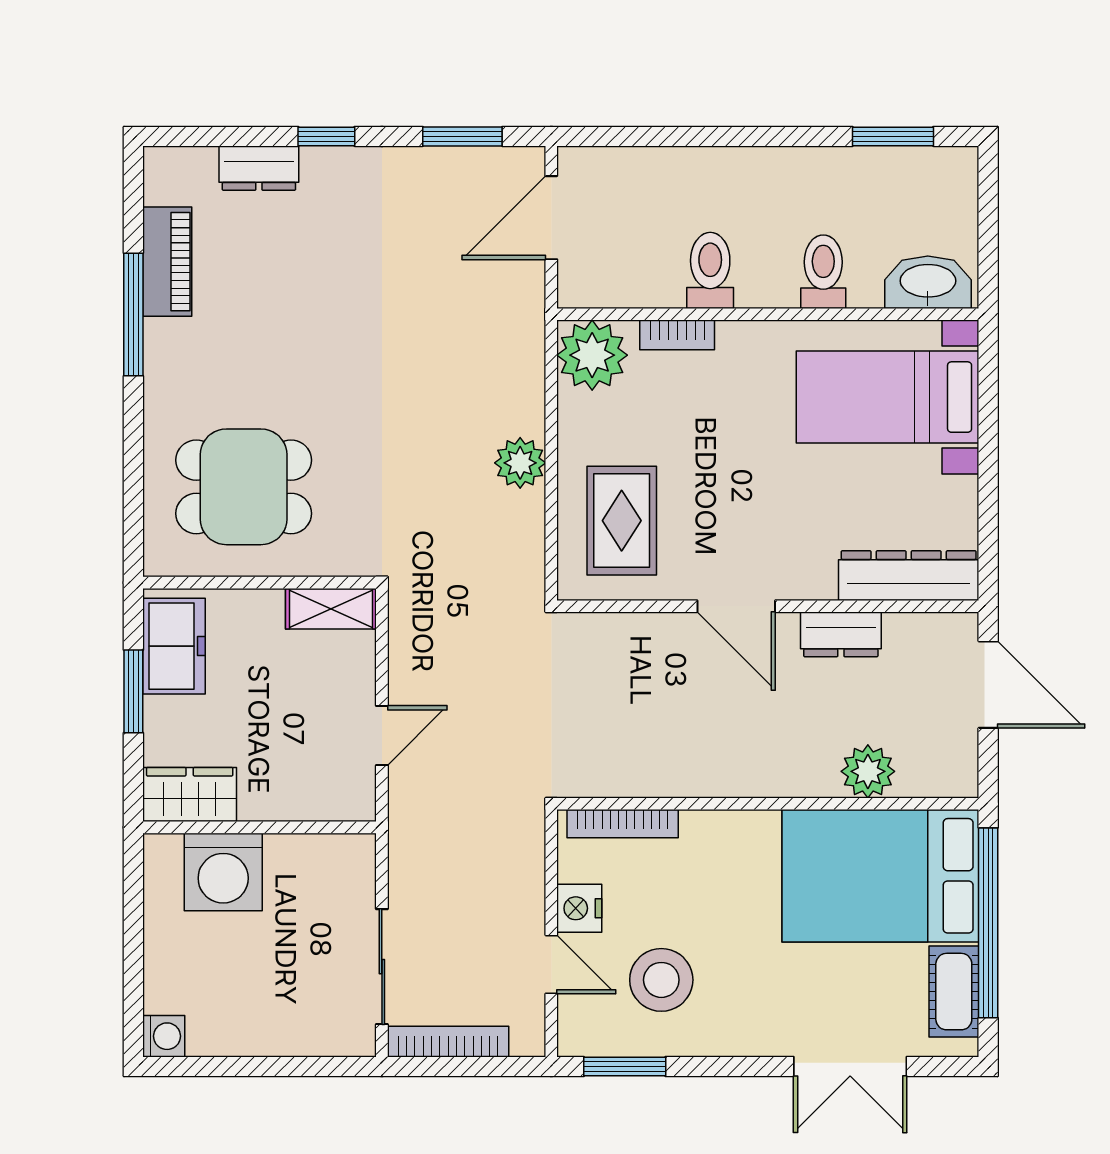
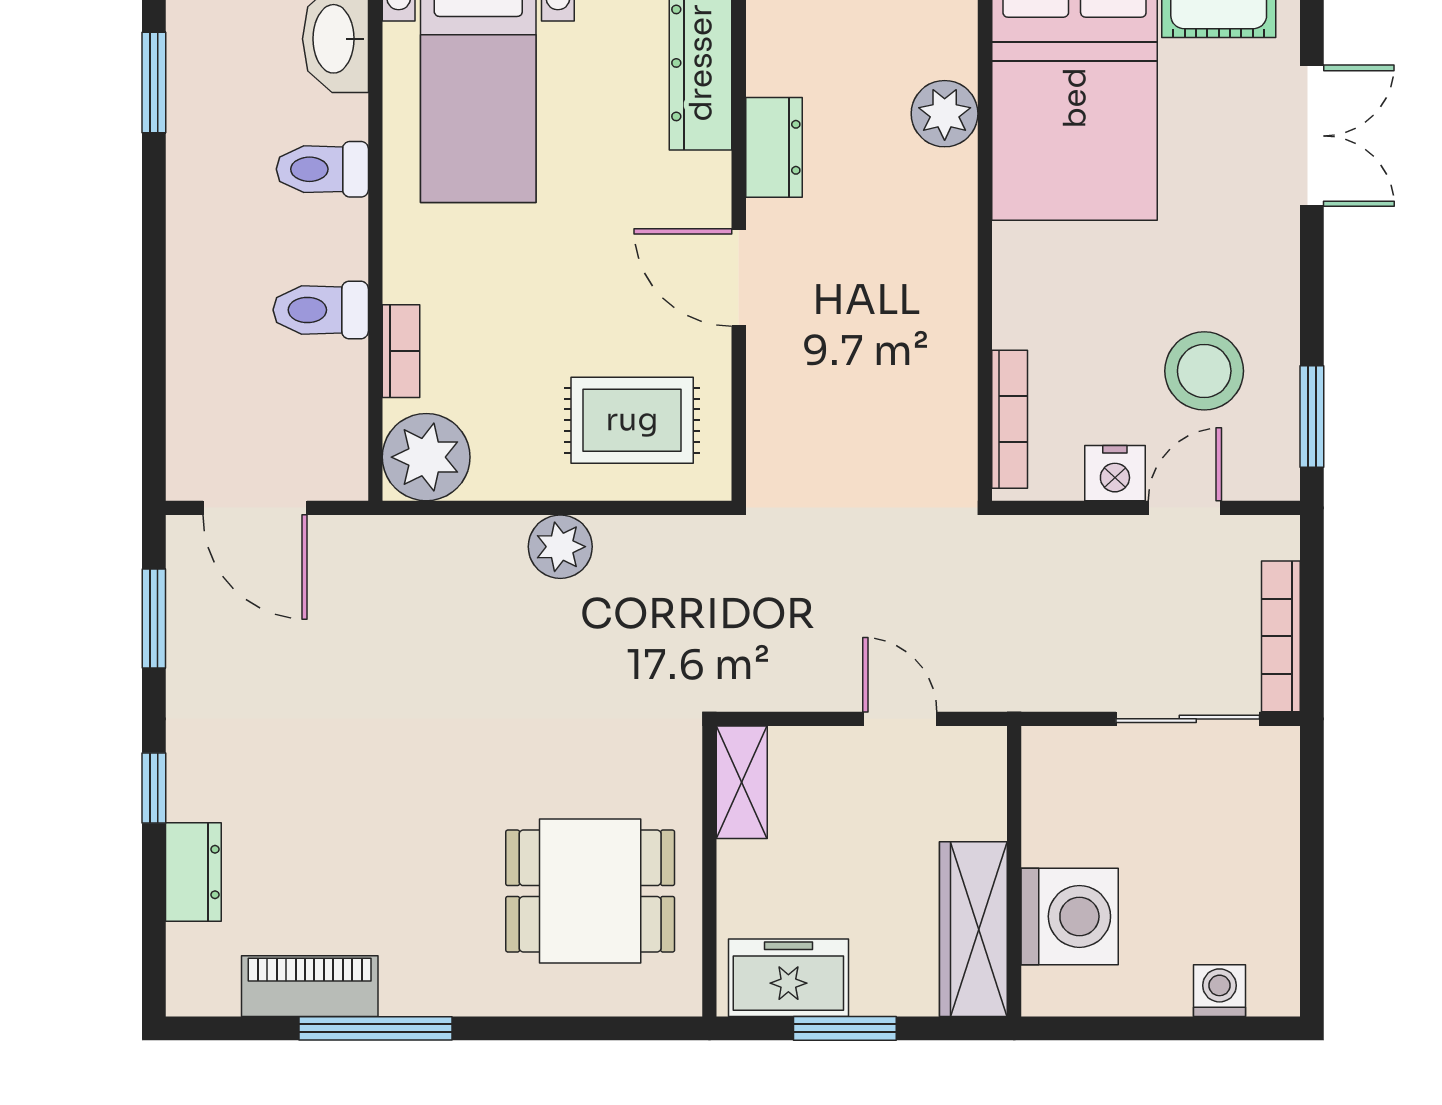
dining table: (244, 487) -> (590, 891), turned 90
door: (736, 606) -> (739, 278), swing flipped
wardrobe: (190, 795) -> (973, 929), width x1.50
washing machine: (164, 1036) -> (1220, 991), moved

